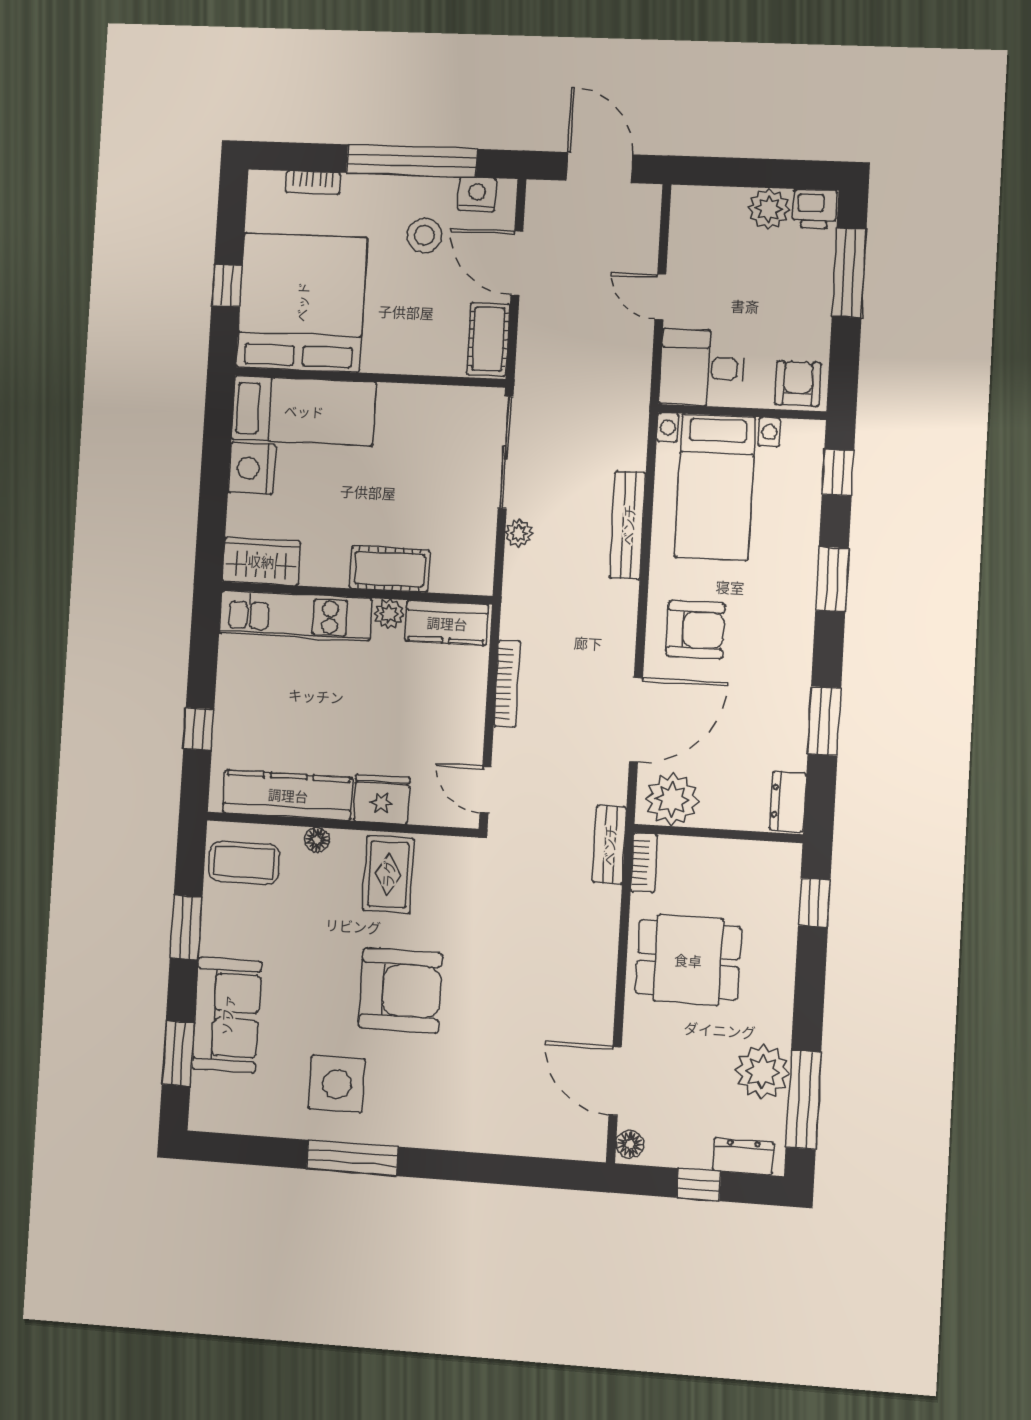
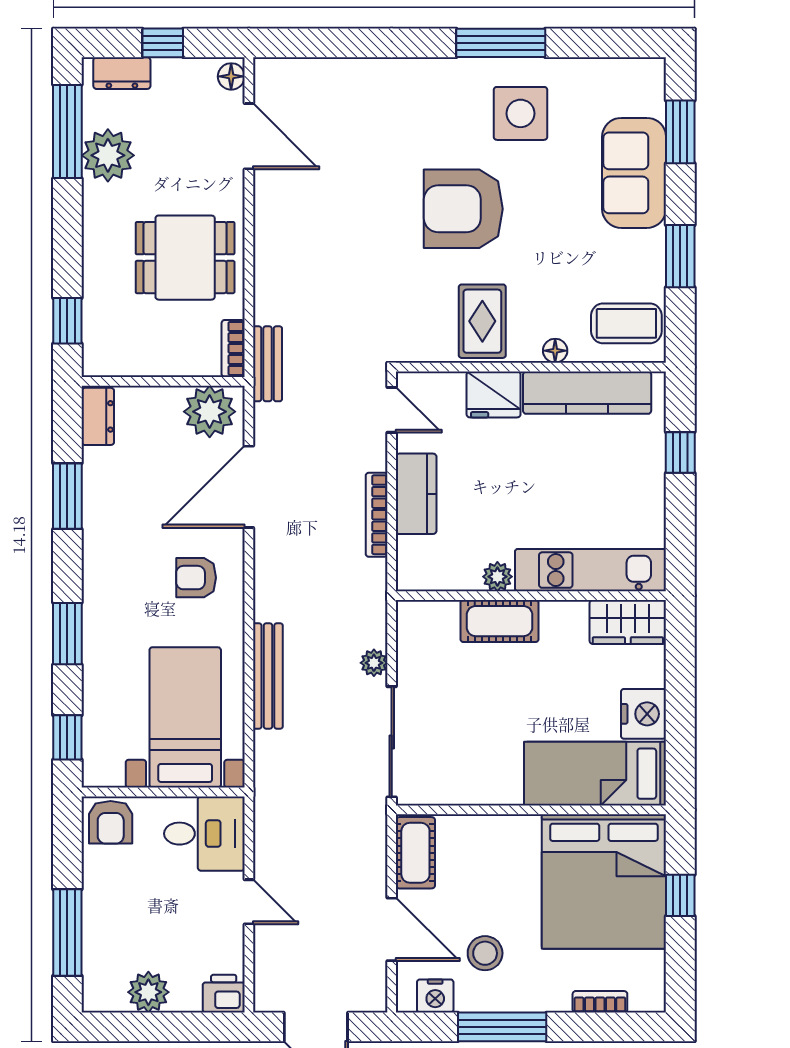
window: (412, 161) -> (502, 1027), width x0.68
printer: (815, 209) -> (224, 994), moved
kitchen counter: (447, 623) -> (416, 494), moved, turned 90
armchair: (696, 630) -> (196, 578), width x0.72, depth x0.72

